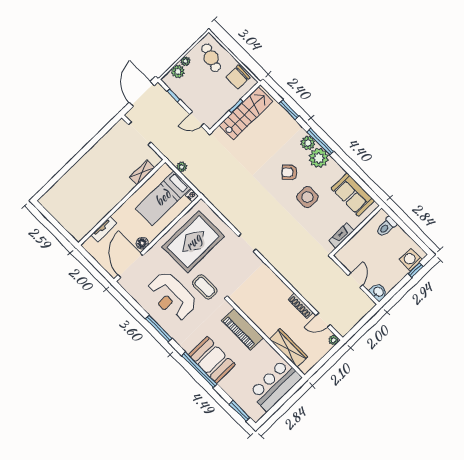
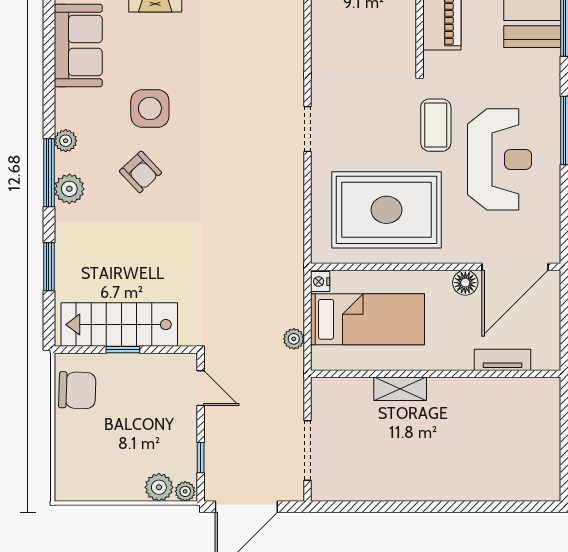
cafe table: (211, 58) -> (89, 459), removed
plant: (185, 61) -> (185, 491), moved
plant: (319, 158) -> (66, 141), width x0.53, depth x0.53
shelving: (142, 172) -> (400, 389), moved

